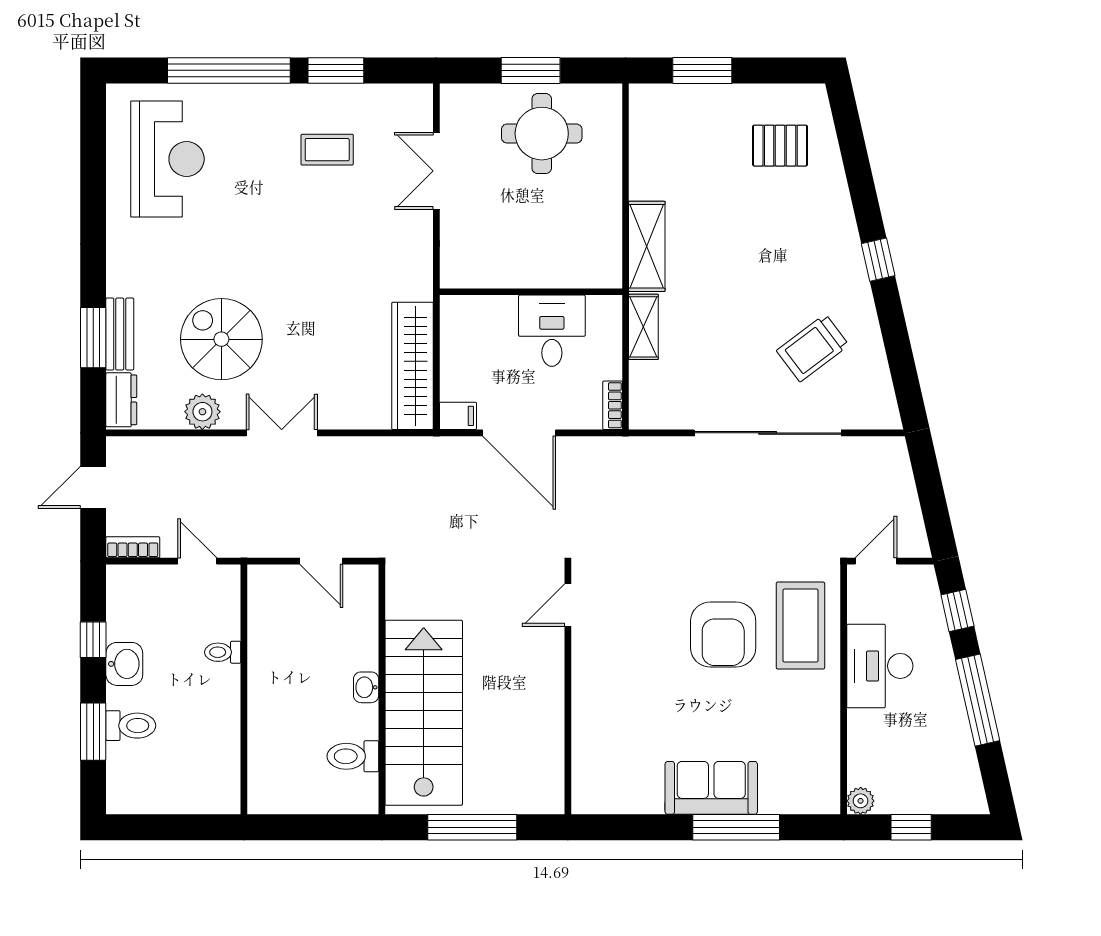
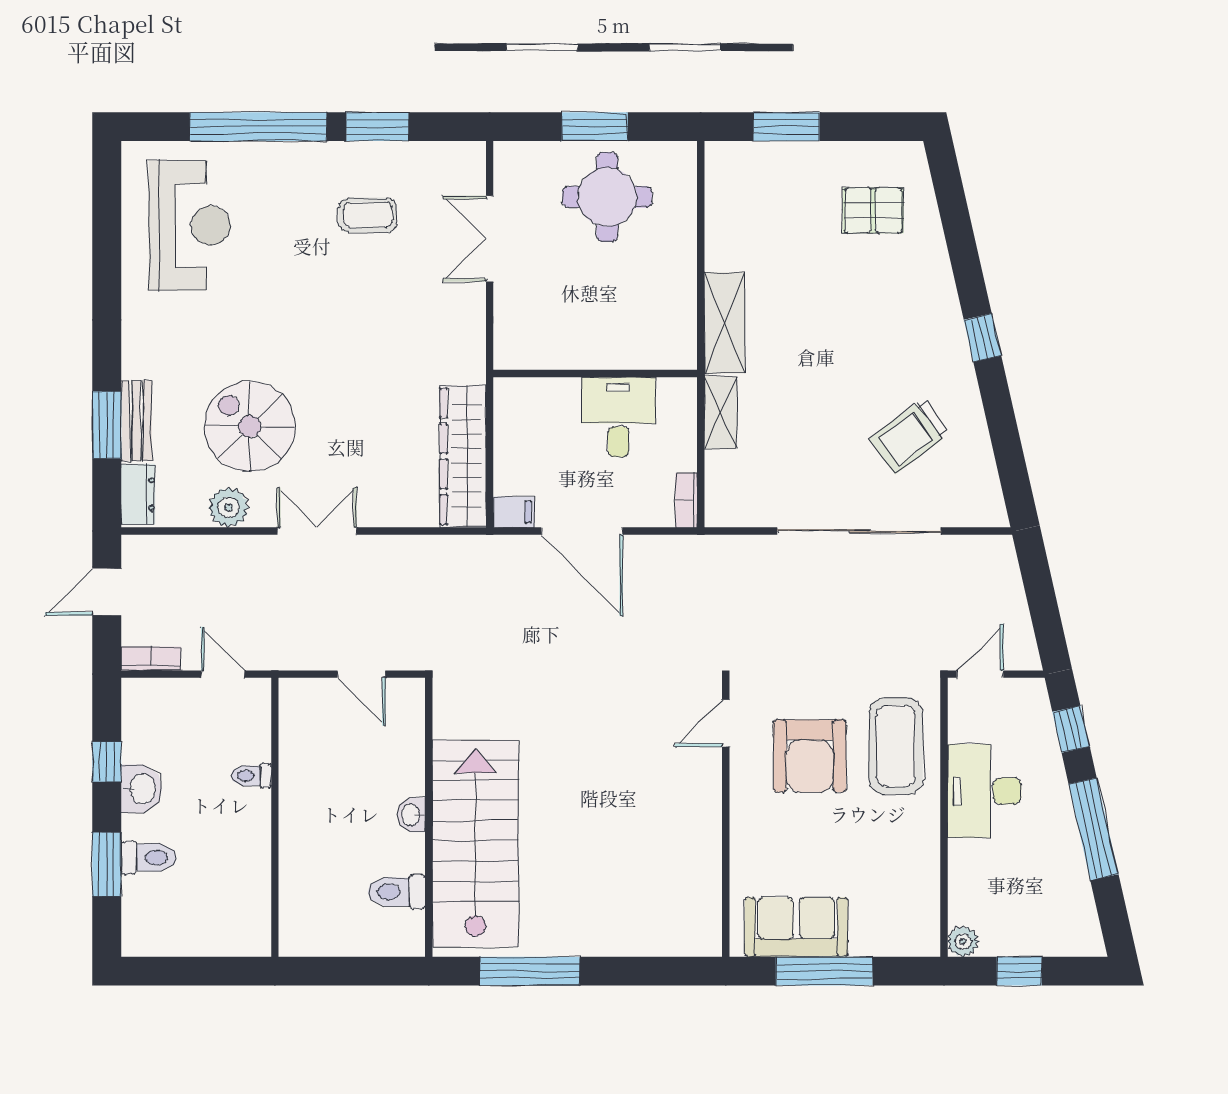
door: (568, 605) -> (726, 723), moved
wall: (568, 689) -> (726, 817), moved

